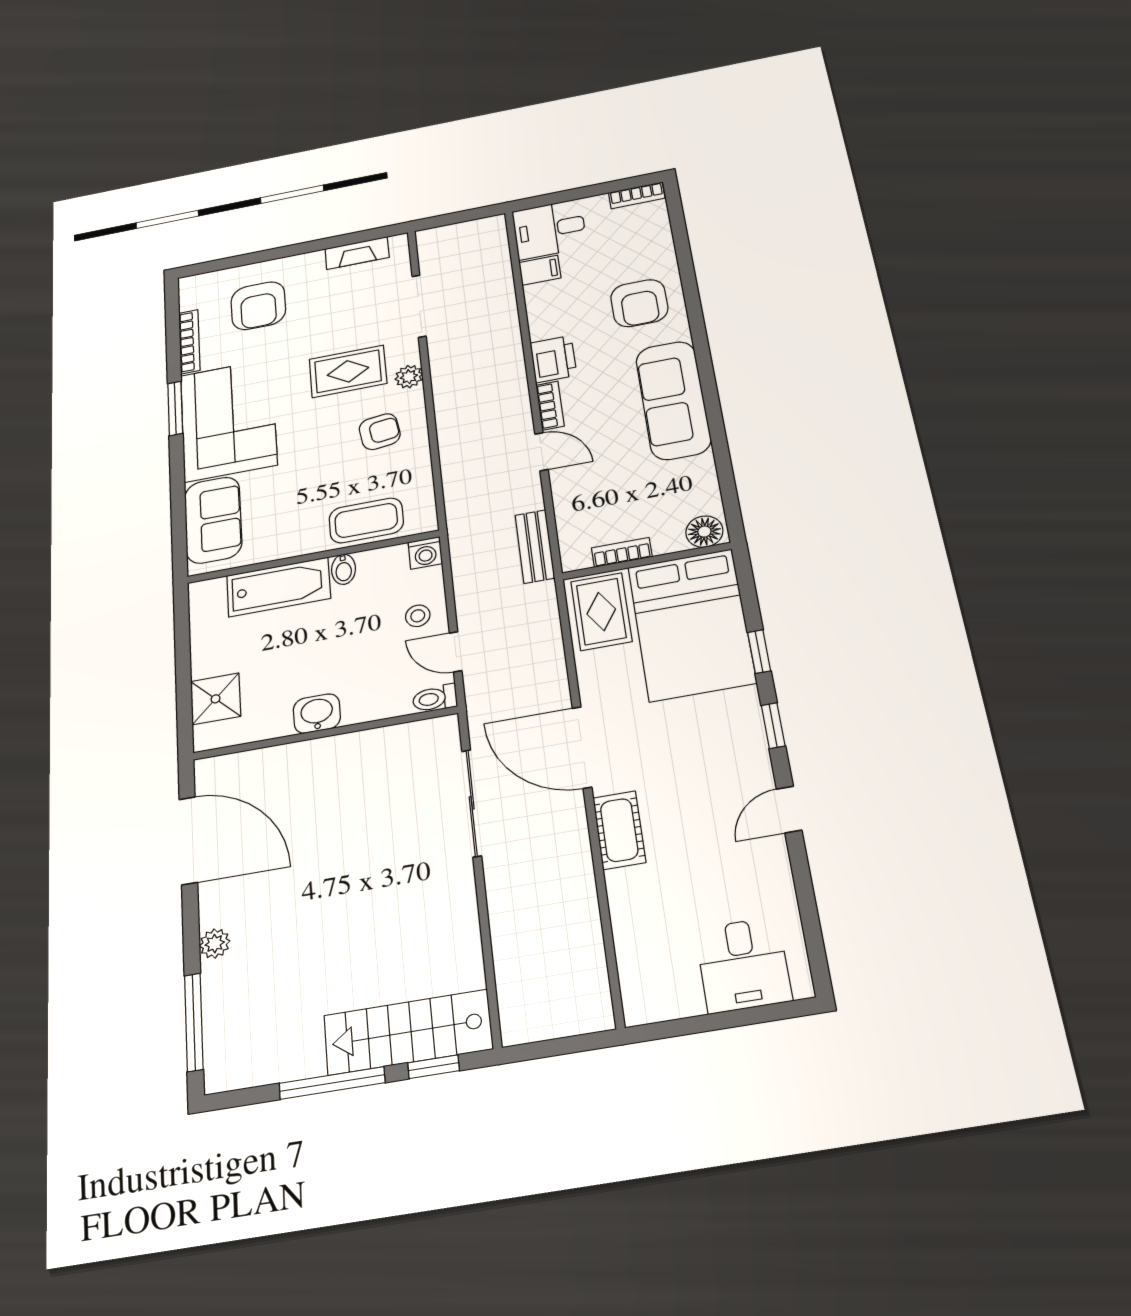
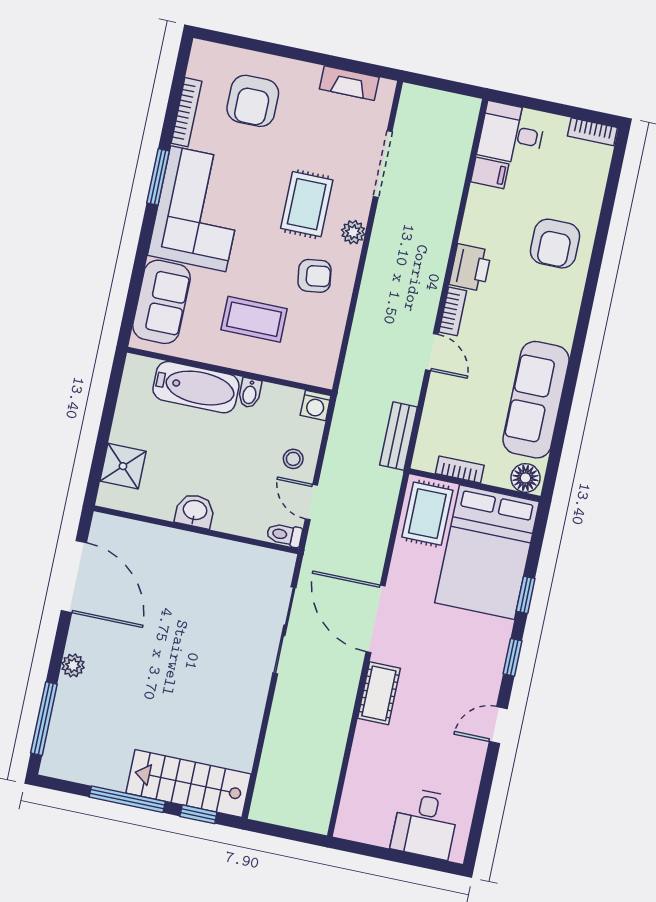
rug: (348, 371) -> (307, 204), turned 90
sofa: (673, 400) -> (536, 400), moved
coffee table: (366, 520) -> (254, 319), moved

